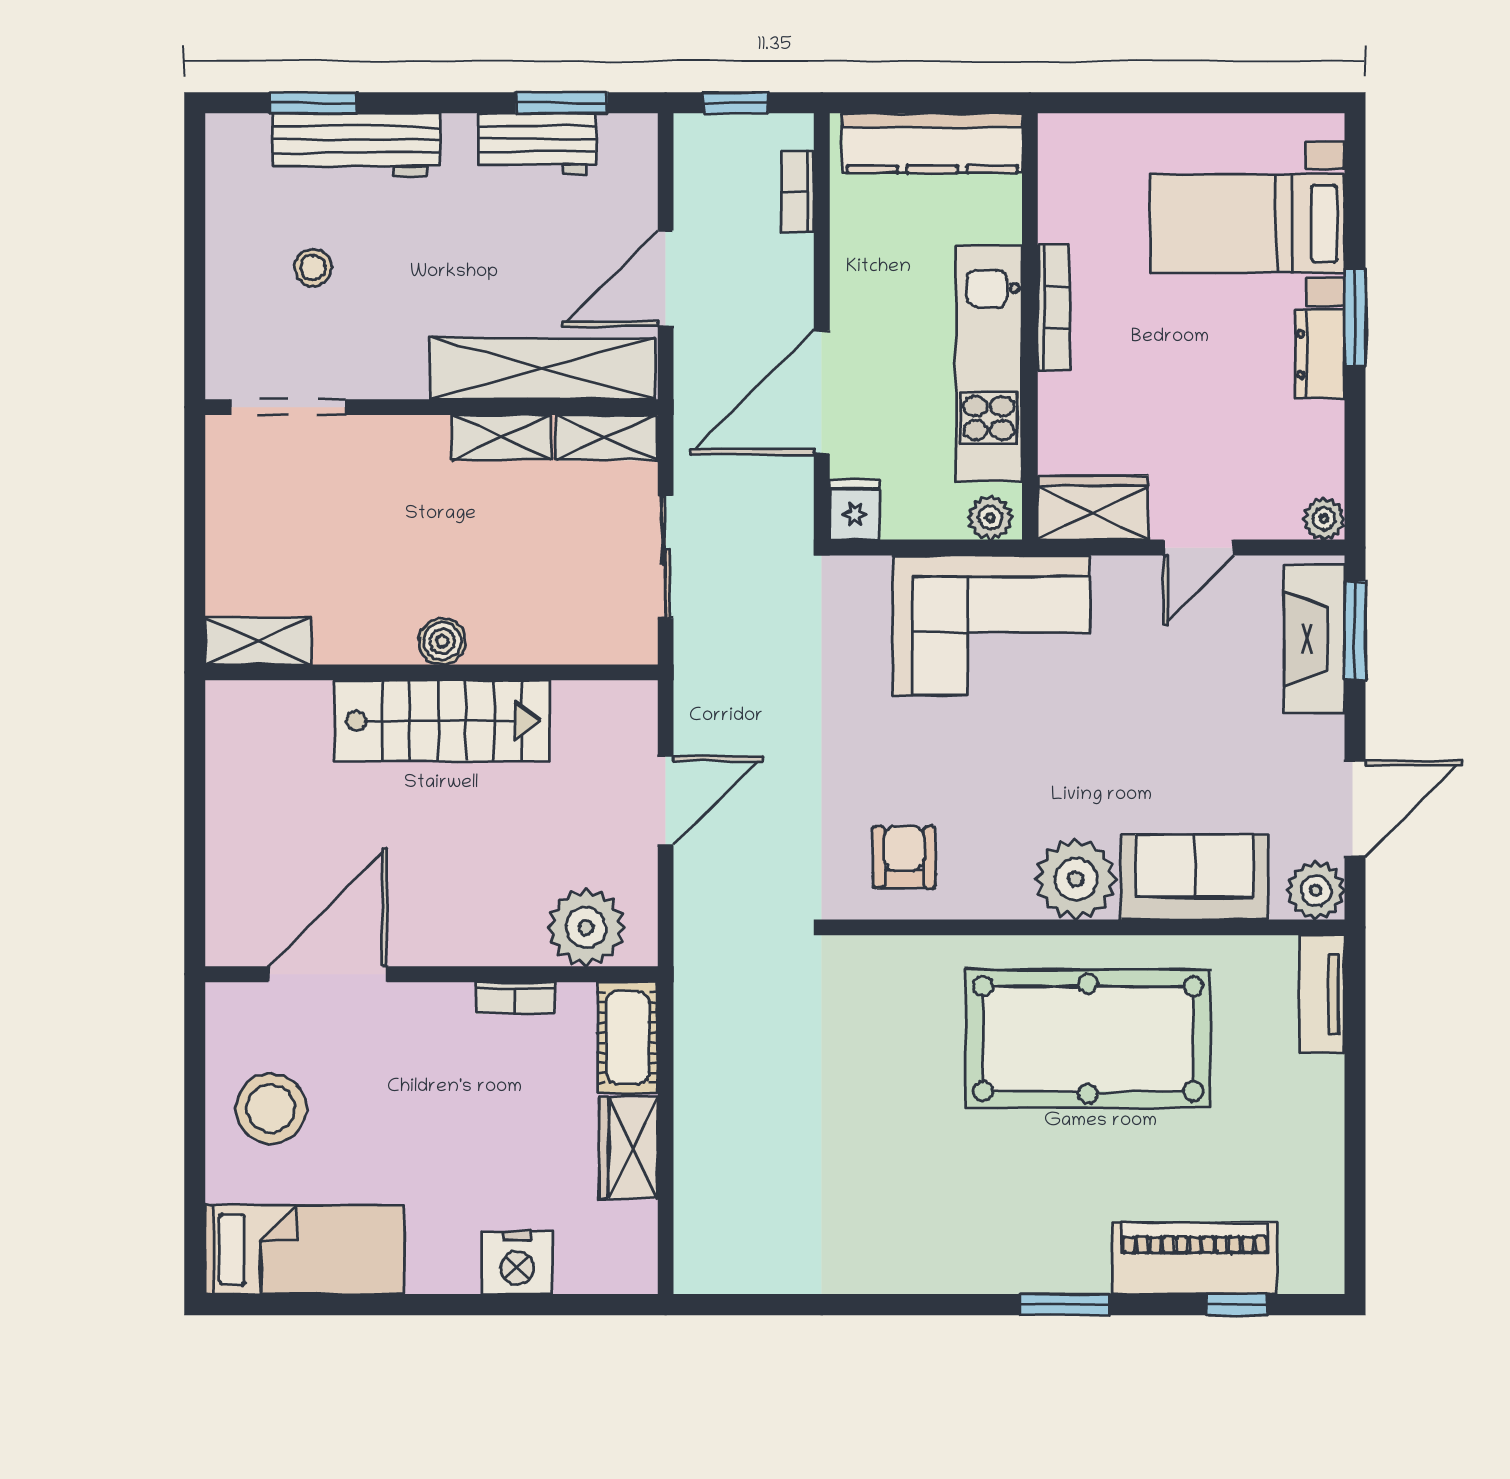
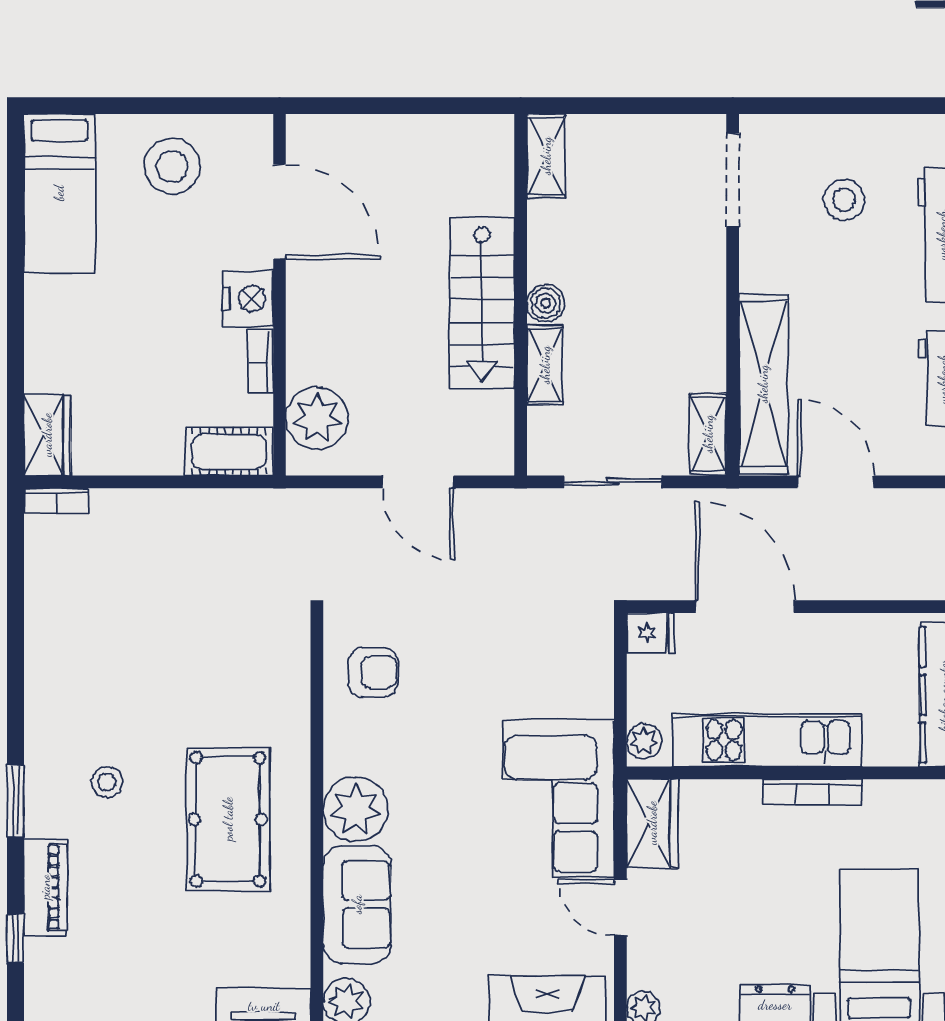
bookcase: (798, 191) -> (56, 501), moved, turned 180
stool: (313, 268) -> (844, 200), width x1.37, depth x1.37
shelving: (502, 437) -> (545, 365), moved
corner sofa: (991, 625) -> (558, 798), moved
pool table: (1088, 1039) -> (228, 819), width x0.73, depth x0.76
wardrobe: (628, 1148) -> (47, 435), moved, turned 90
stool: (1042, 1190) -> (107, 782), added
piano: (1195, 1258) -> (45, 887), width x0.73, depth x0.75
nightstand: (517, 1263) -> (248, 299), moved, turned 180

